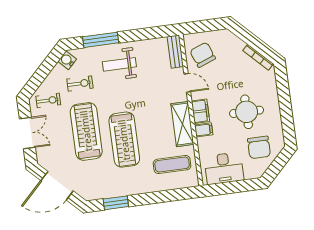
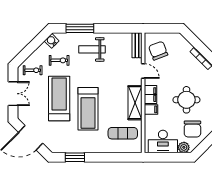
plant: (251, 172) -> (184, 147), added

